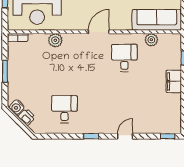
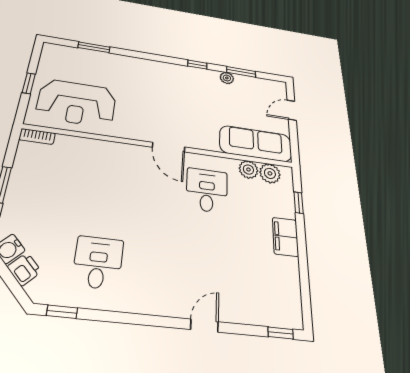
door: (99, 32) -> (169, 147), swing flipped
plant: (55, 40) -> (270, 173), moved
window: (91, 136) -> (62, 312), moved

